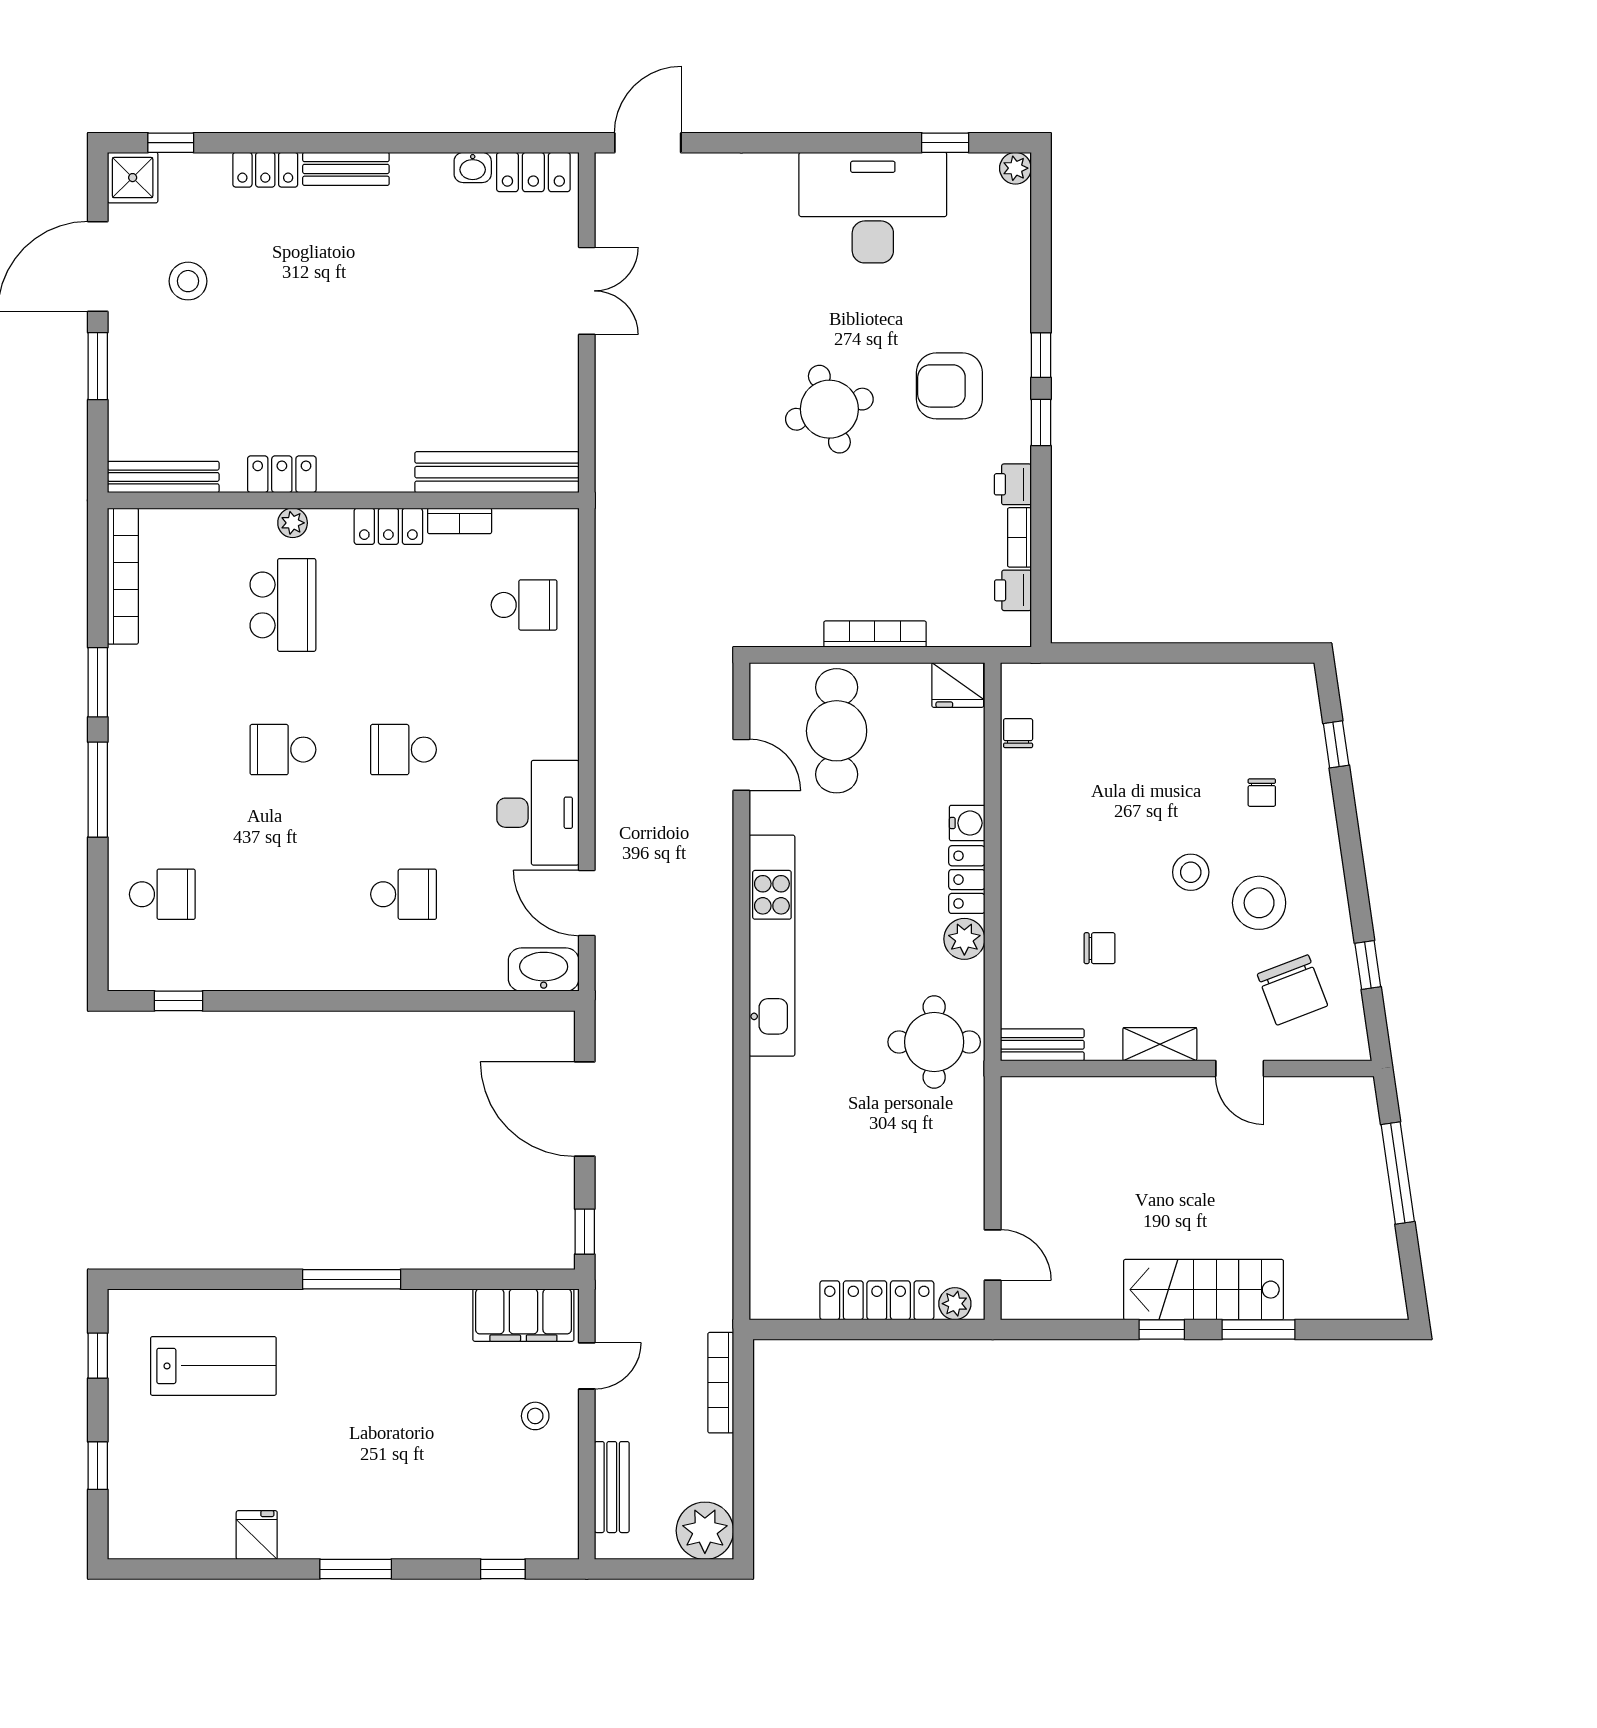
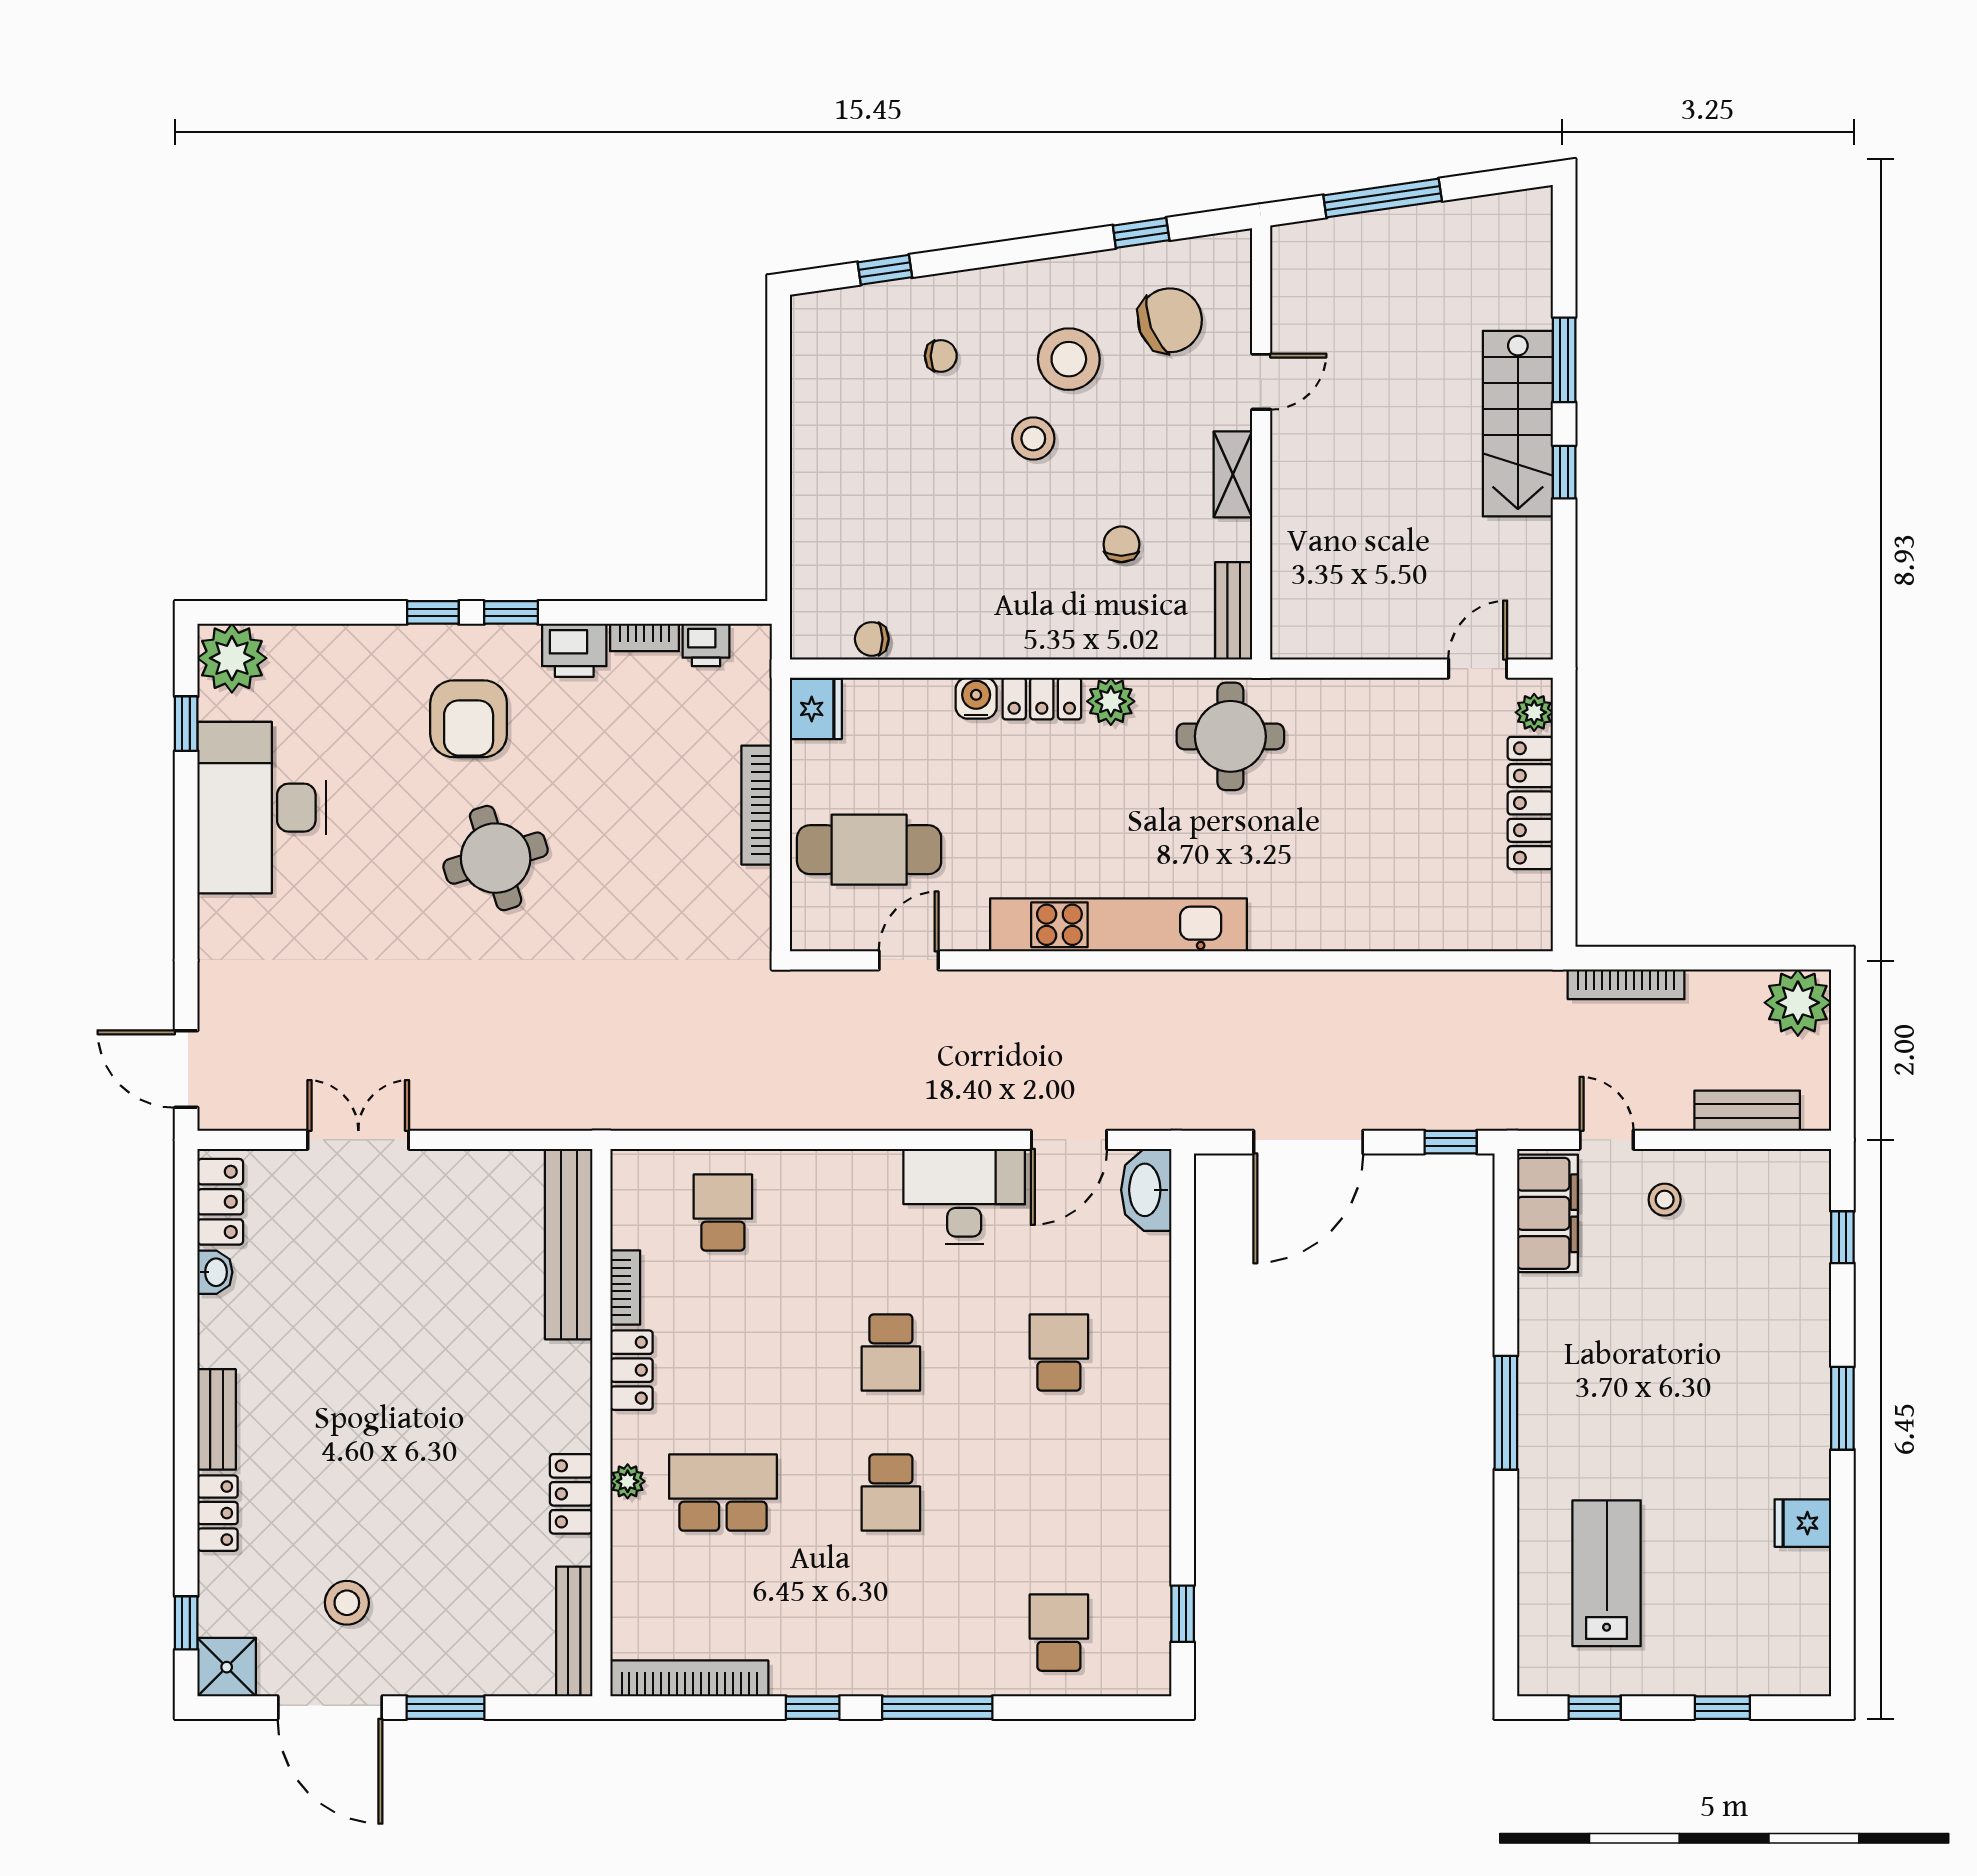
plant: (1015, 168) -> (232, 658), width x1.87, depth x1.87
printer: (1013, 484) -> (574, 650), width x1.36, depth x1.24
window: (98, 682) -> (813, 1708), width x0.67

